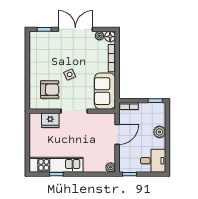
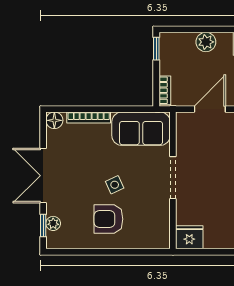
plant: (99, 36) -> (53, 223), moved
armchair: (50, 90) -> (108, 219), moved, turned -90
fridge: (50, 120) -> (189, 237), moved, turned -90
door: (117, 134) -> (210, 109), hinge flipped

